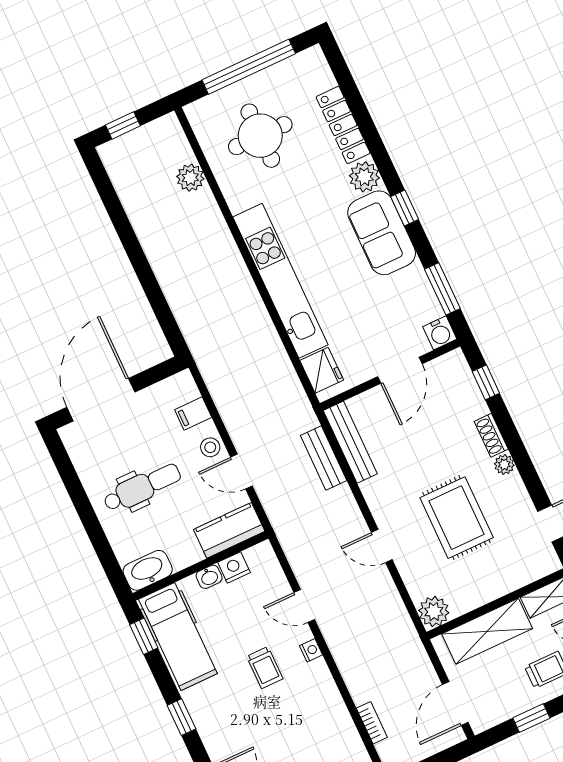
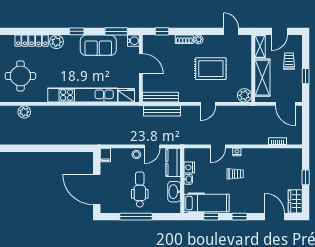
sofa: (382, 233) -> (98, 45), moved
filing cabinet: (193, 413) -> (105, 155), moved
bench: (324, 458) -> (162, 111), width x1.36
window: (83, 506) -> (136, 217), added
washbasin: (148, 570) -> (174, 192), moved
window: (144, 636) -> (211, 217), moved

